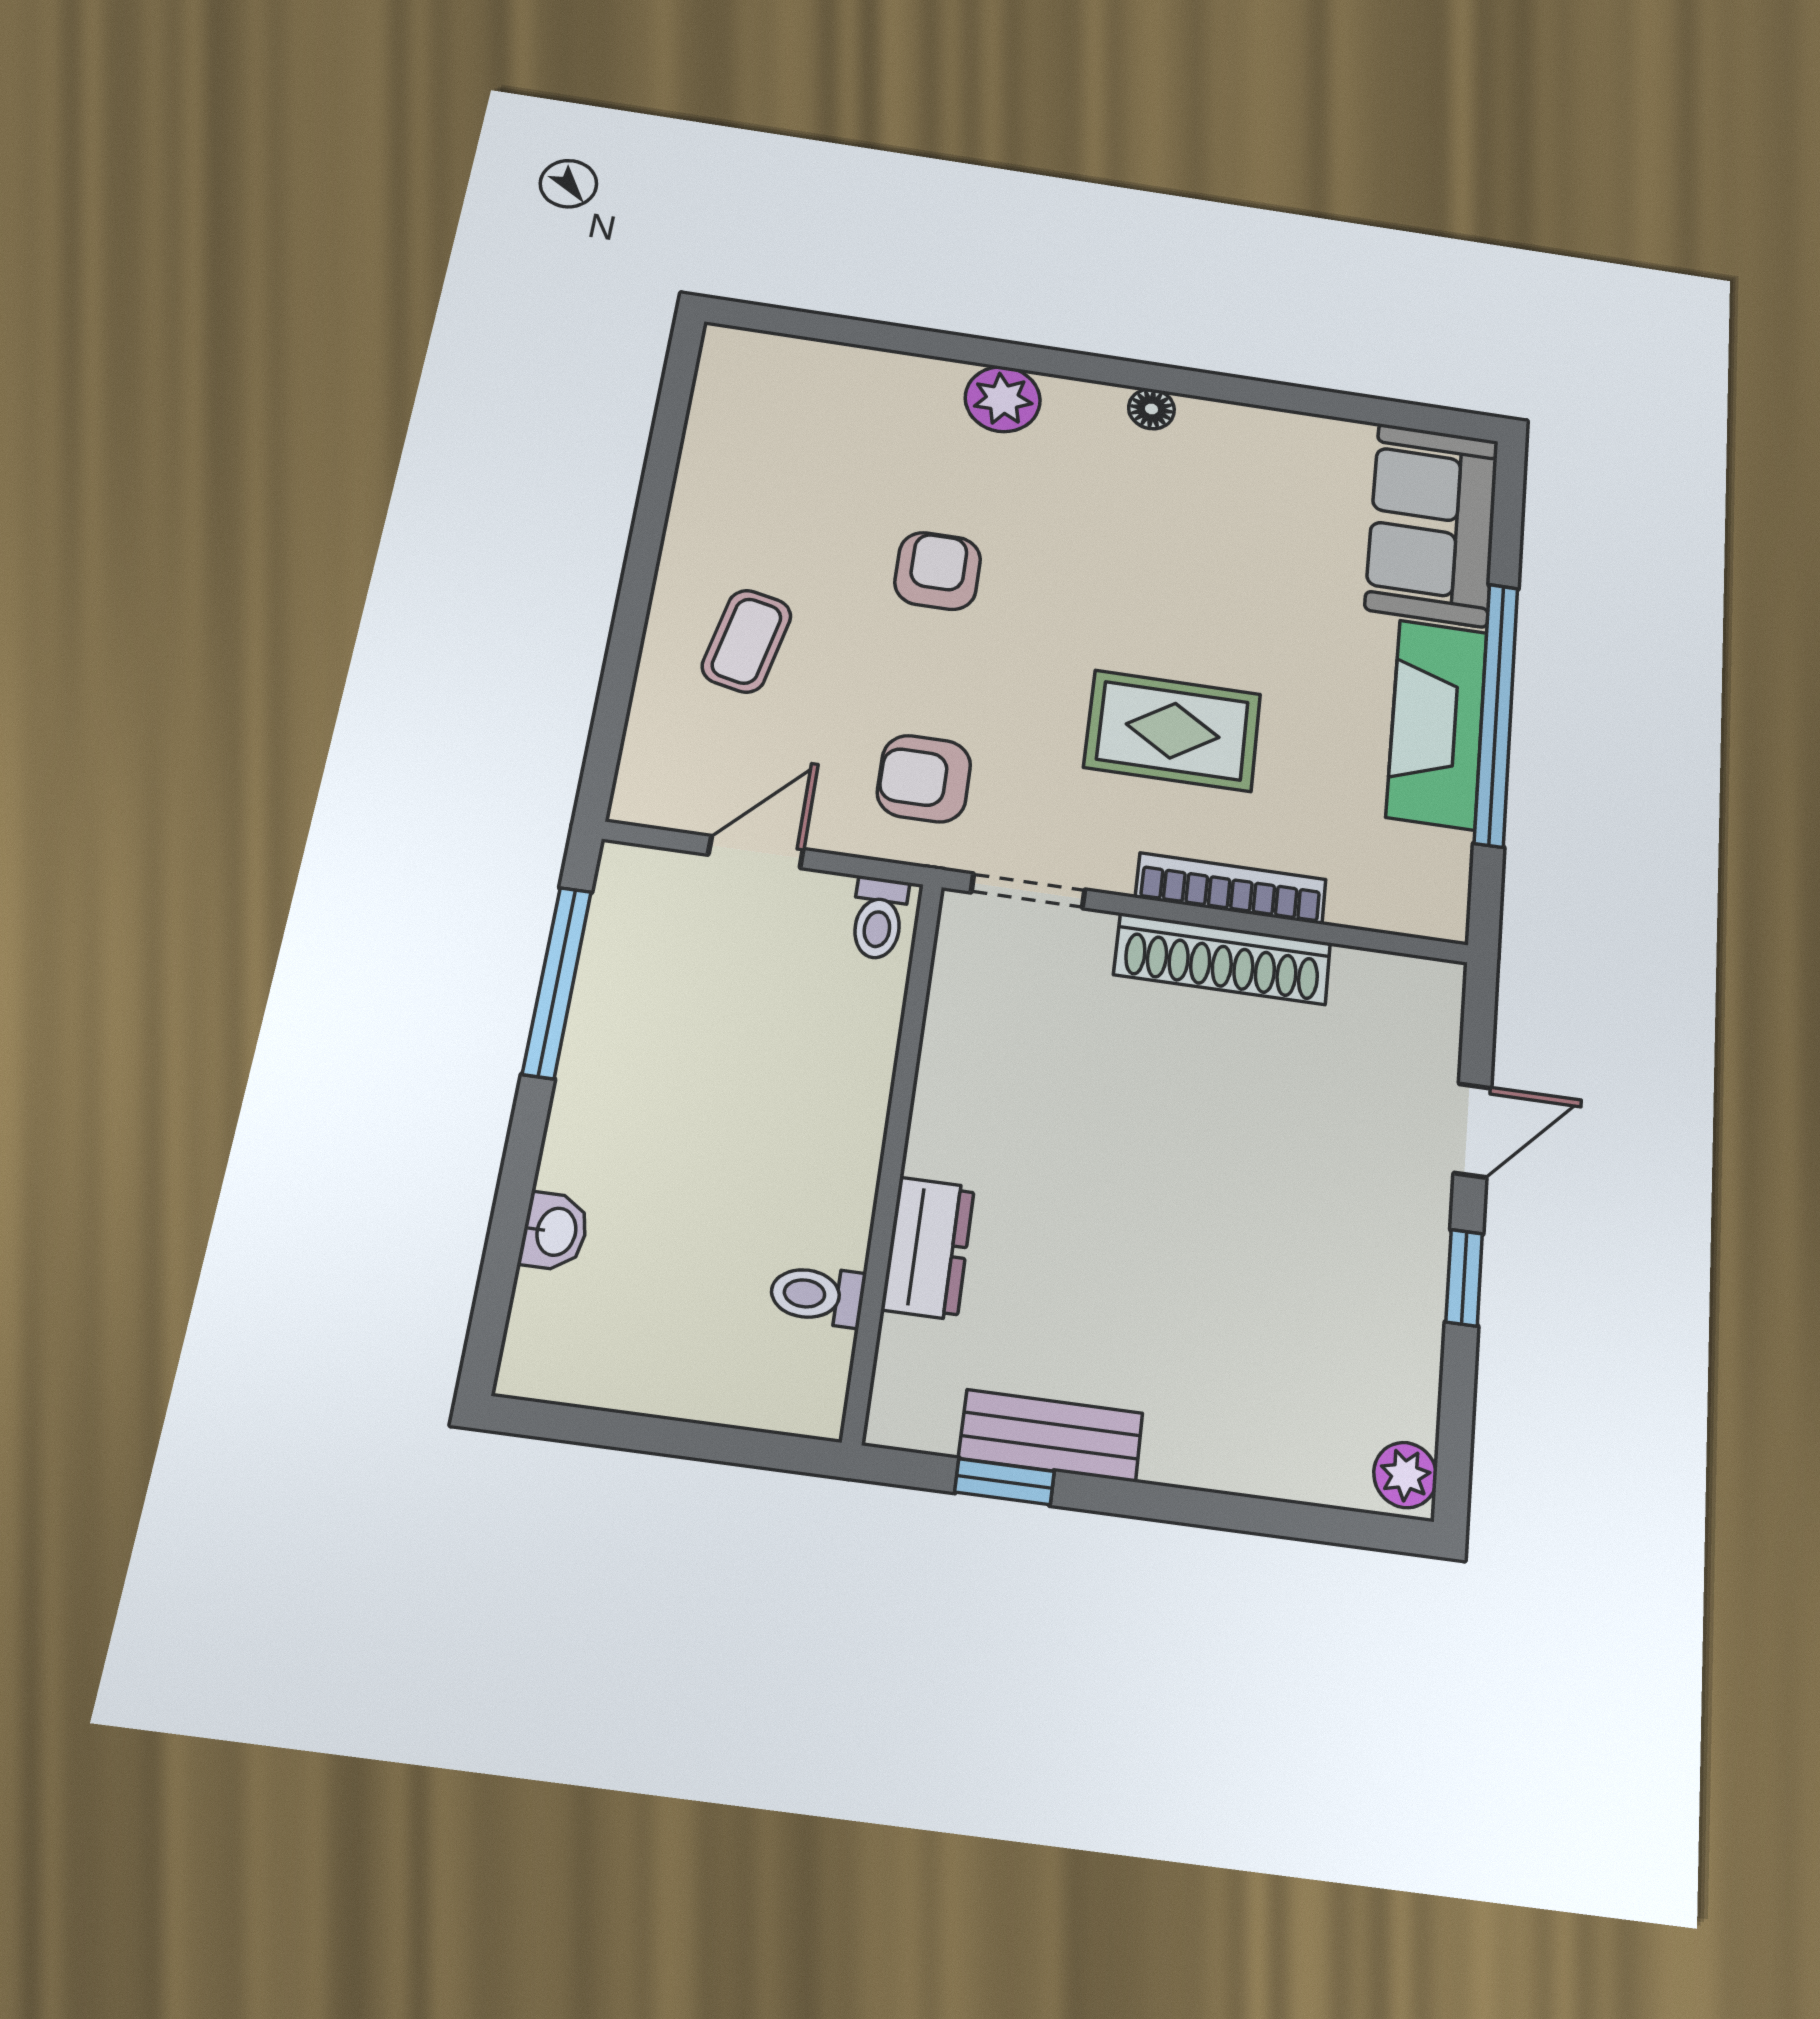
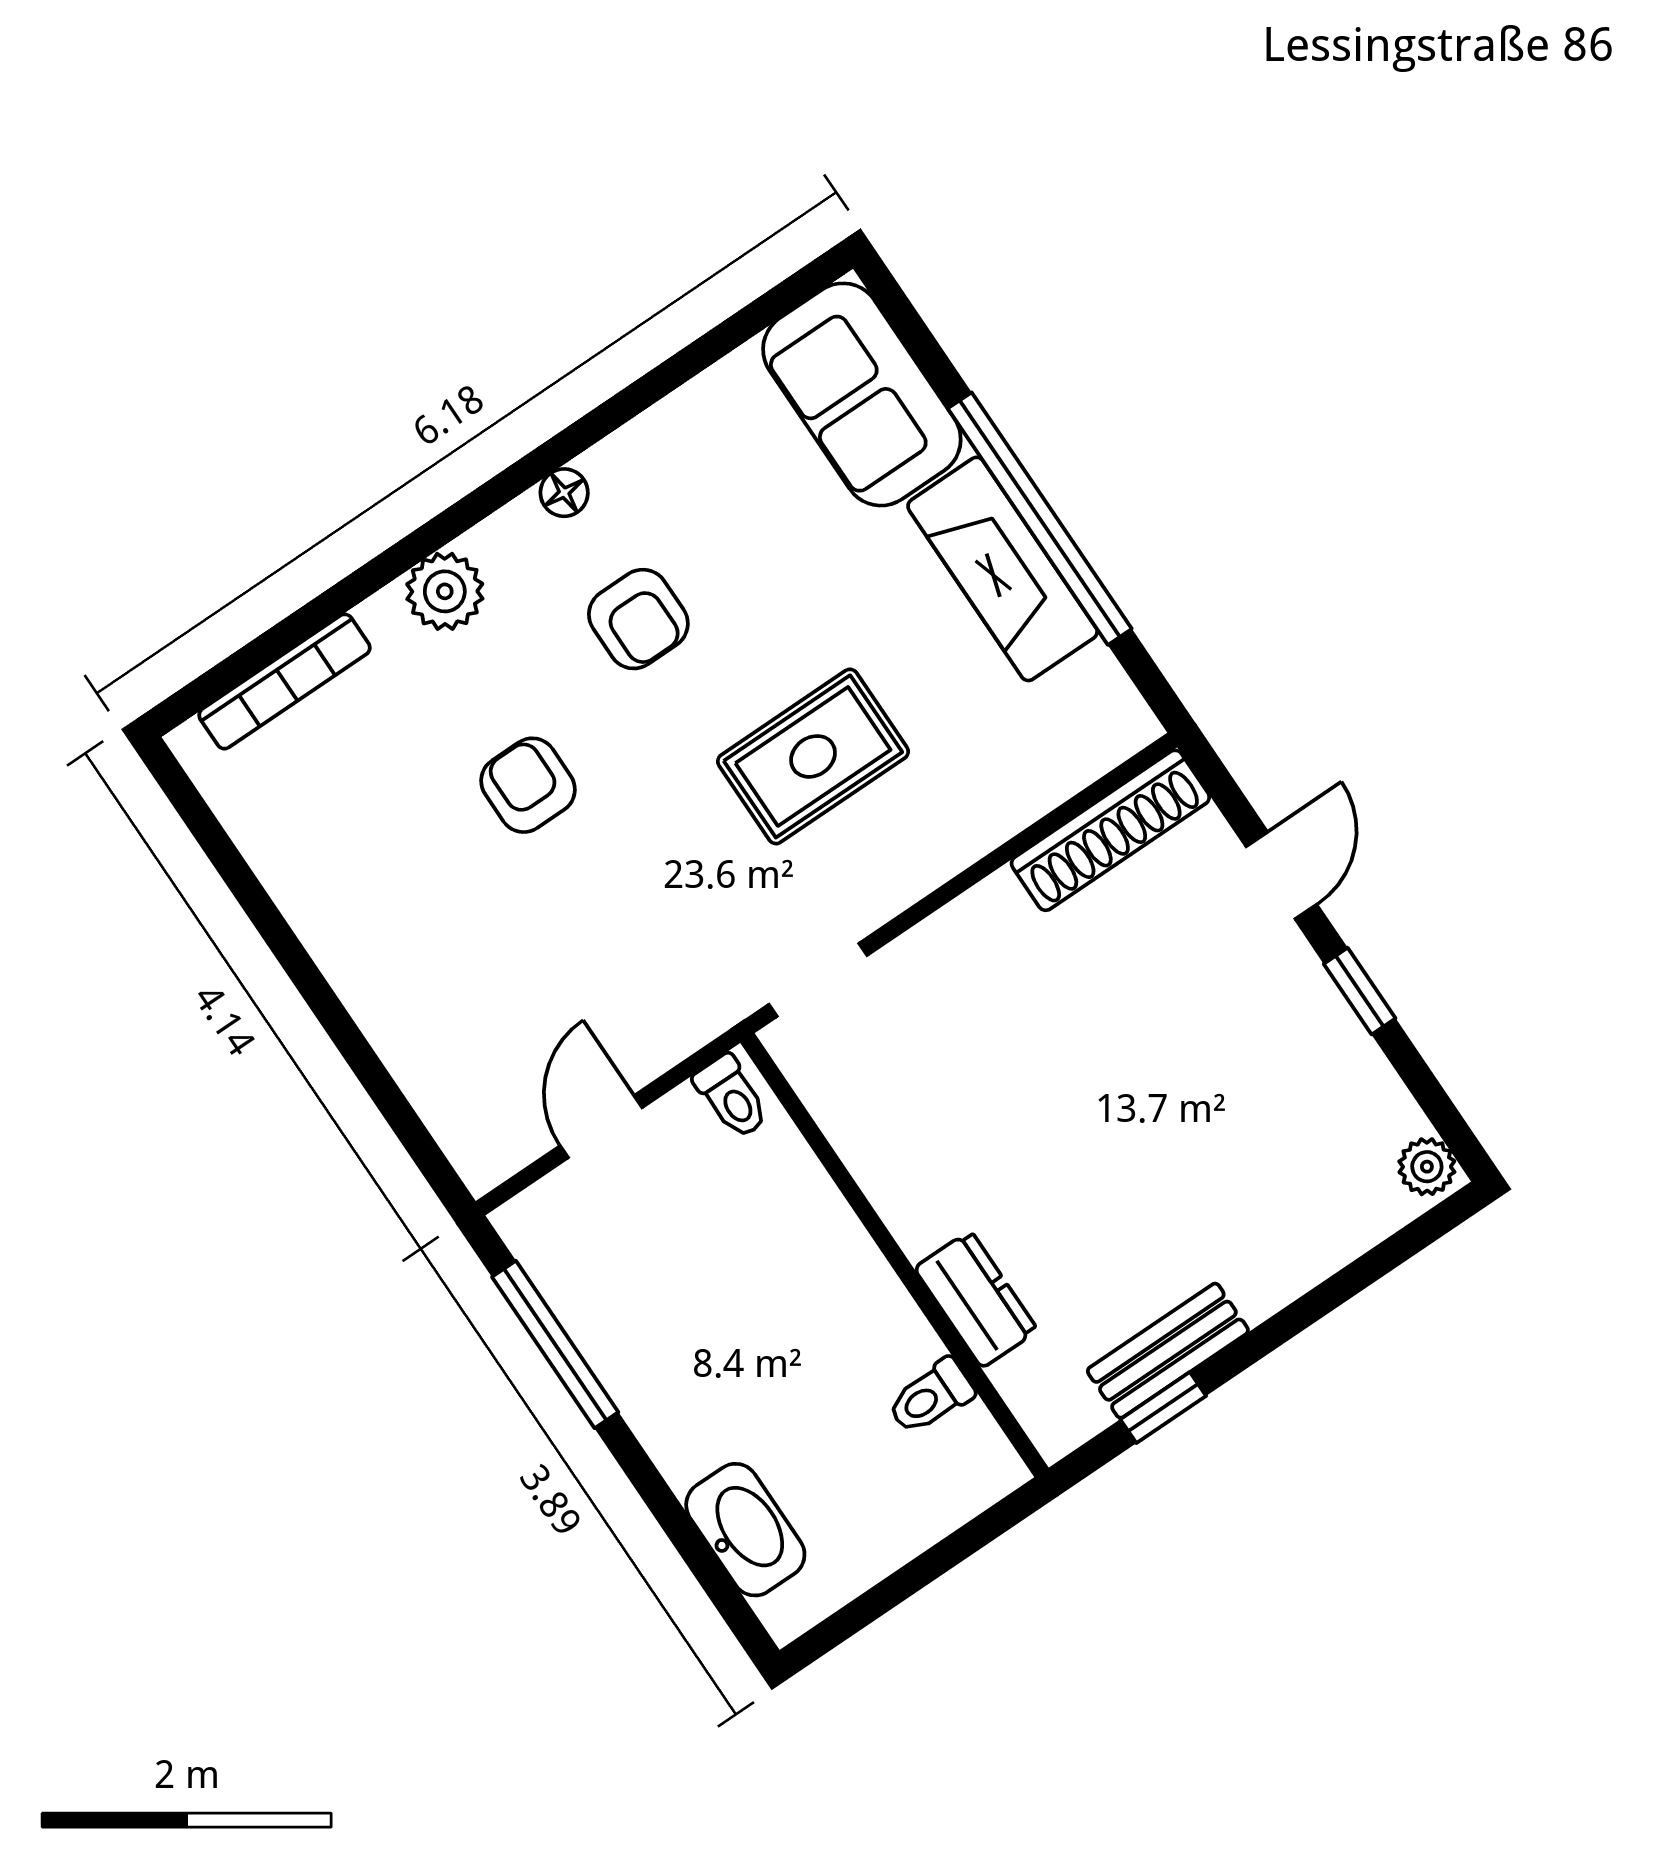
coffee table: (747, 641) -> (443, 972), removed
armchair: (924, 779) -> (638, 619), moved, turned -90
bookcase: (1231, 888) -> (285, 681), moved, turned 180
shoe rack: (1223, 959) -> (1110, 830), moved
washbasin: (555, 1231) -> (745, 1530), width x1.91, depth x1.45

